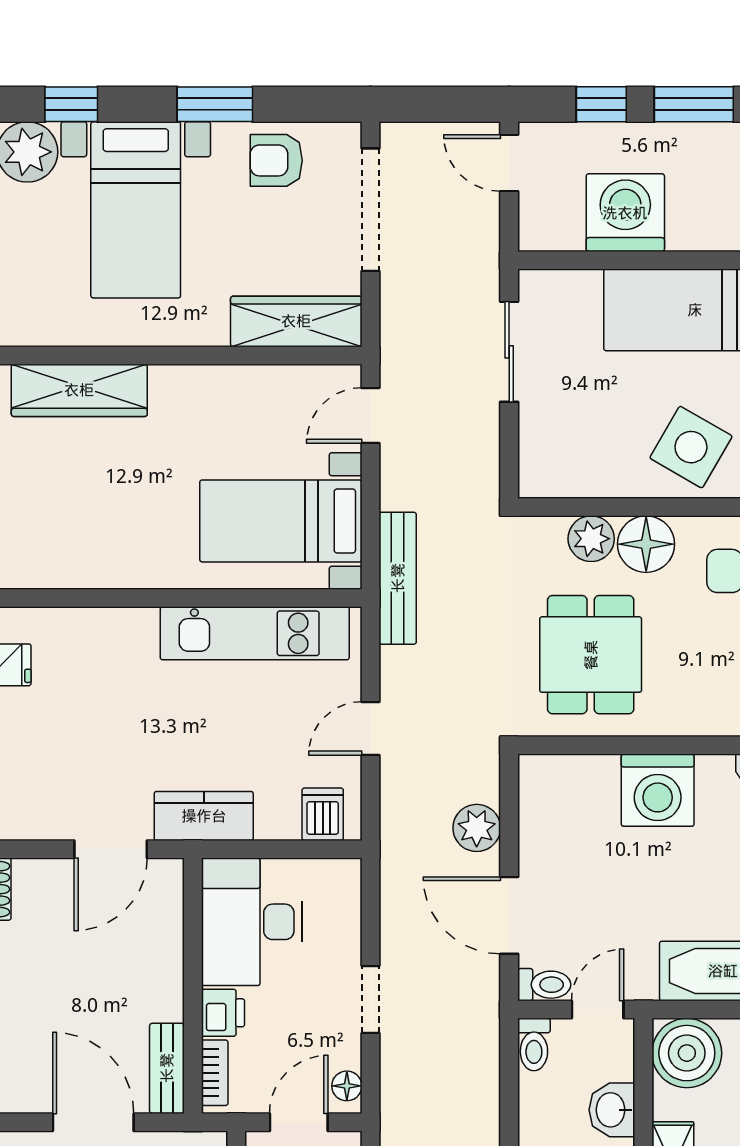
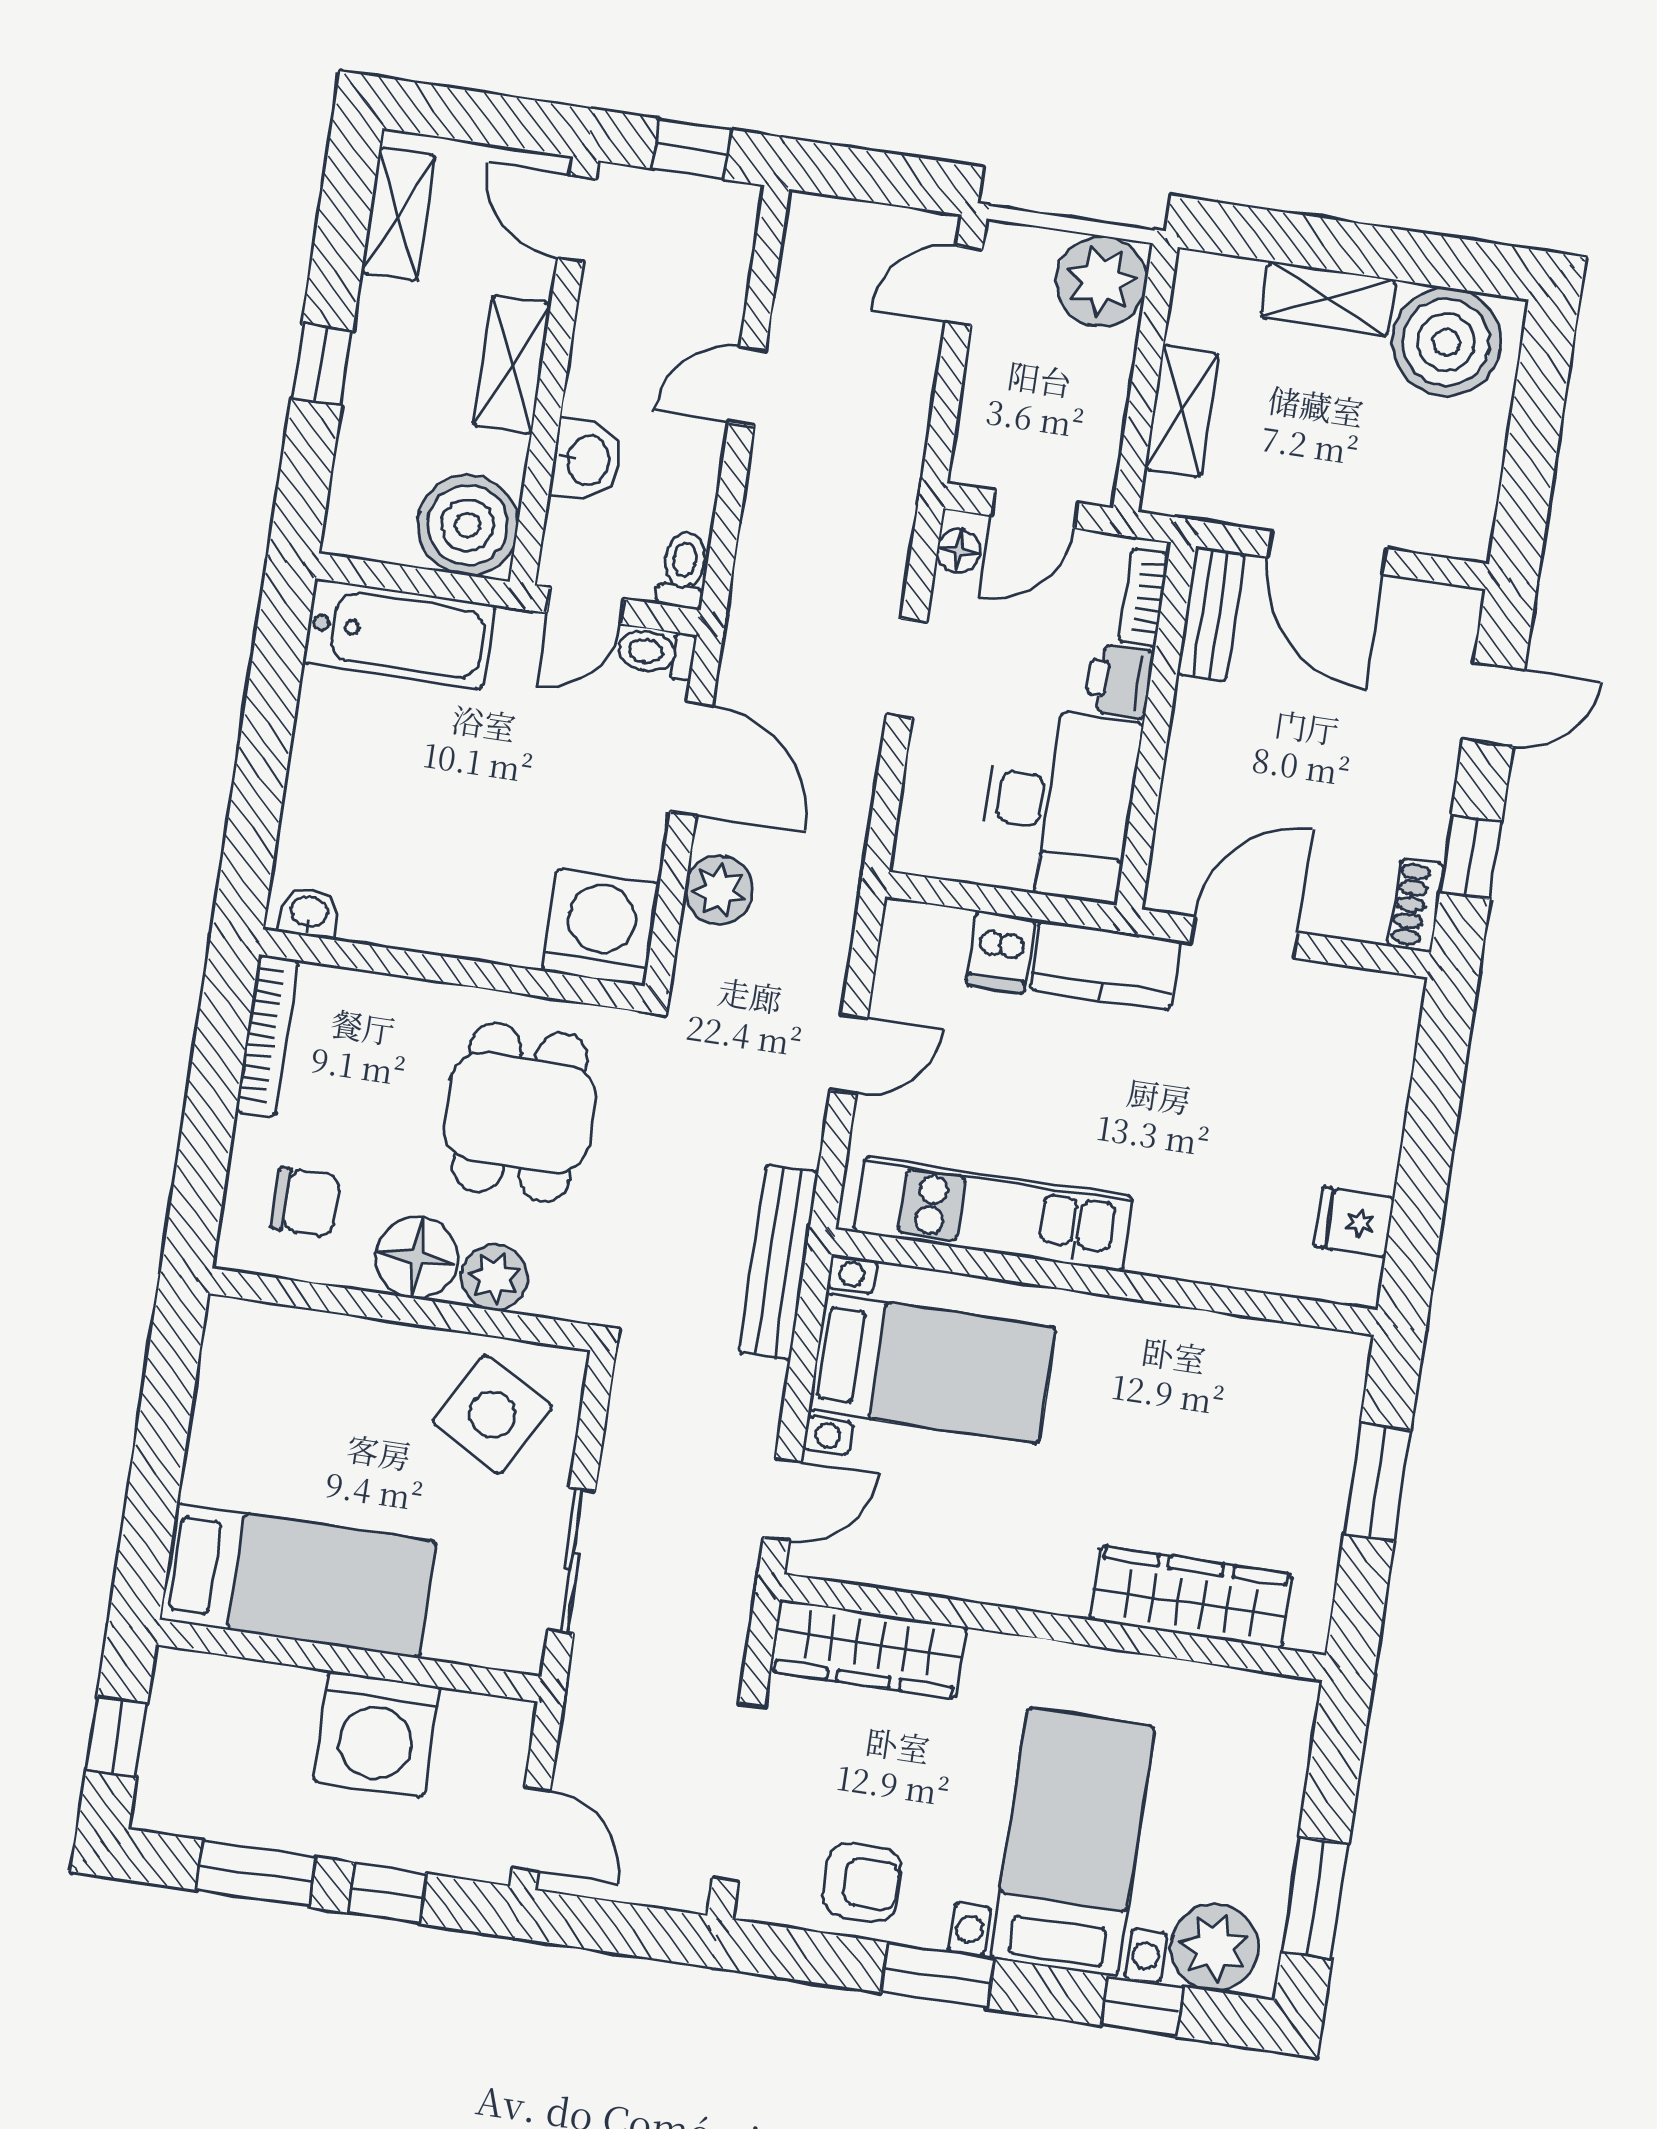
side table: (691, 447) -> (492, 1414), moved
washing machine: (658, 790) -> (601, 927), moved
dishwasher: (323, 814) -> (1000, 952), moved

